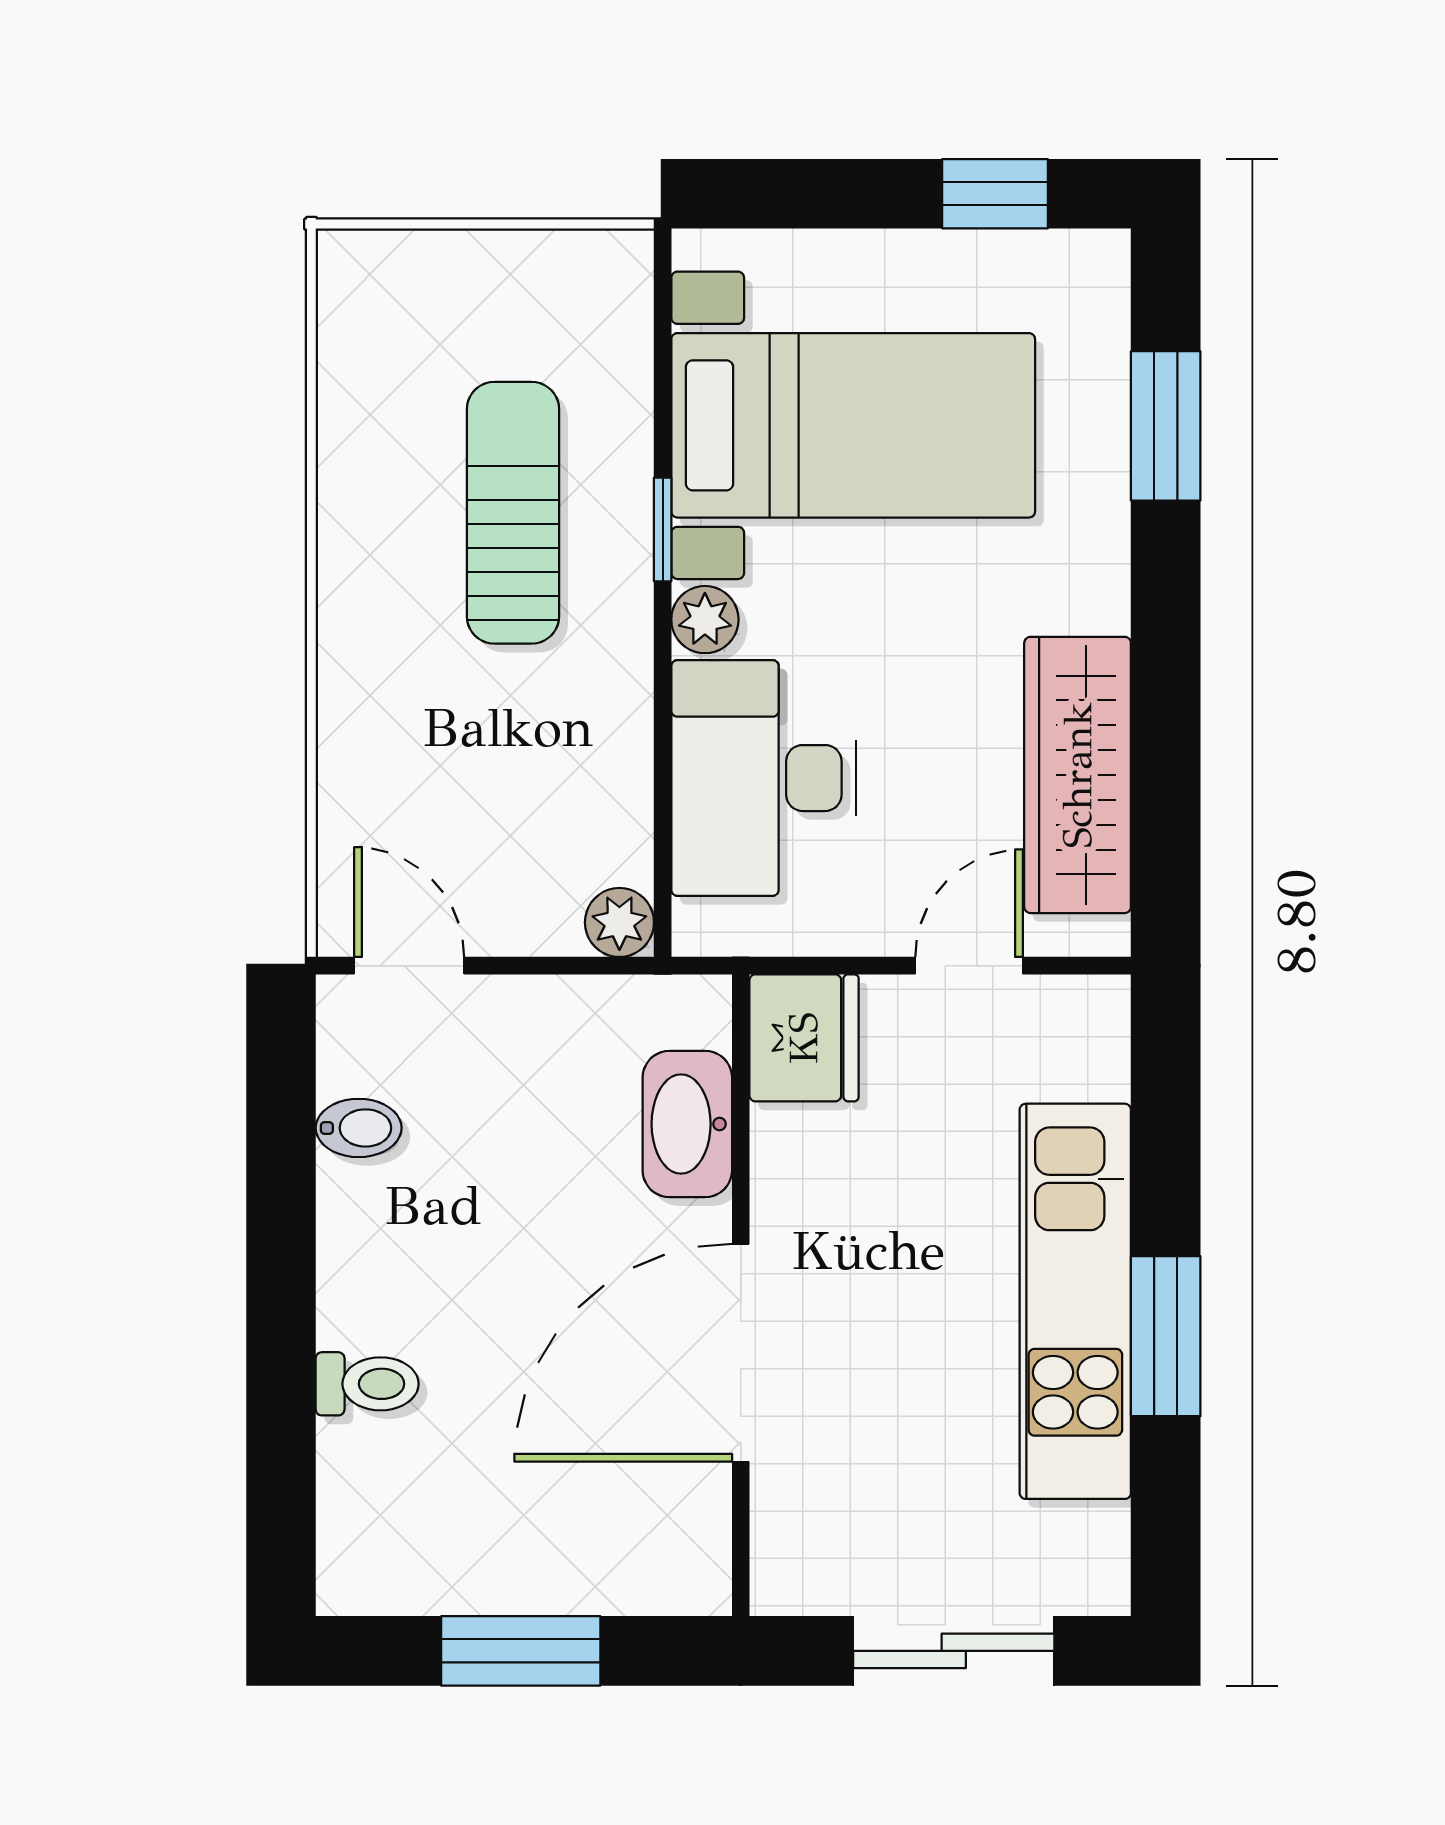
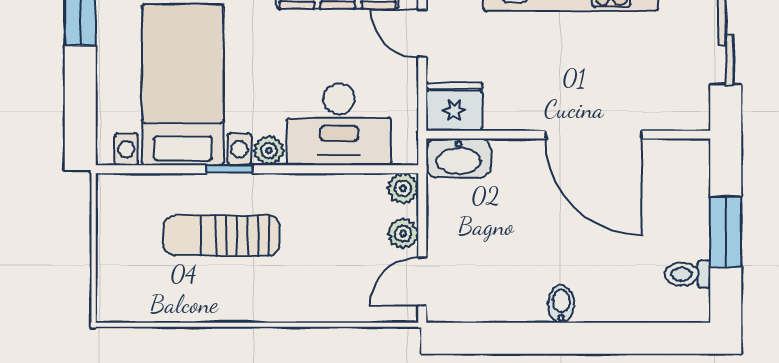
plant: (517, 922) -> (403, 234), added
washbasin: (687, 1124) -> (458, 158), moved
bidet: (359, 1128) -> (561, 304), moved
toilet: (367, 1384) -> (688, 274), moved, turned -90

